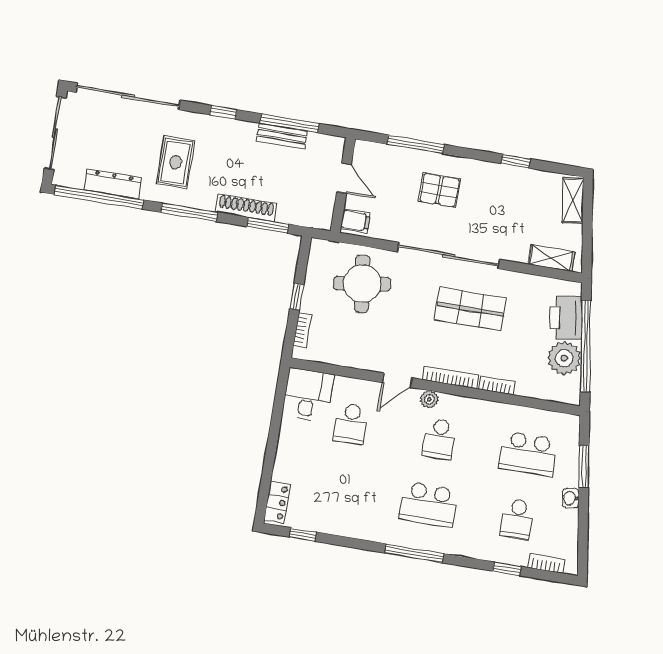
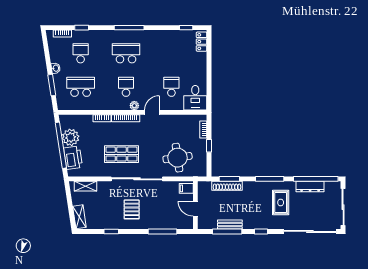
pallet: (439, 190) -> (132, 209), moved, turned 90
shoe rack: (246, 208) -> (227, 186), moved

